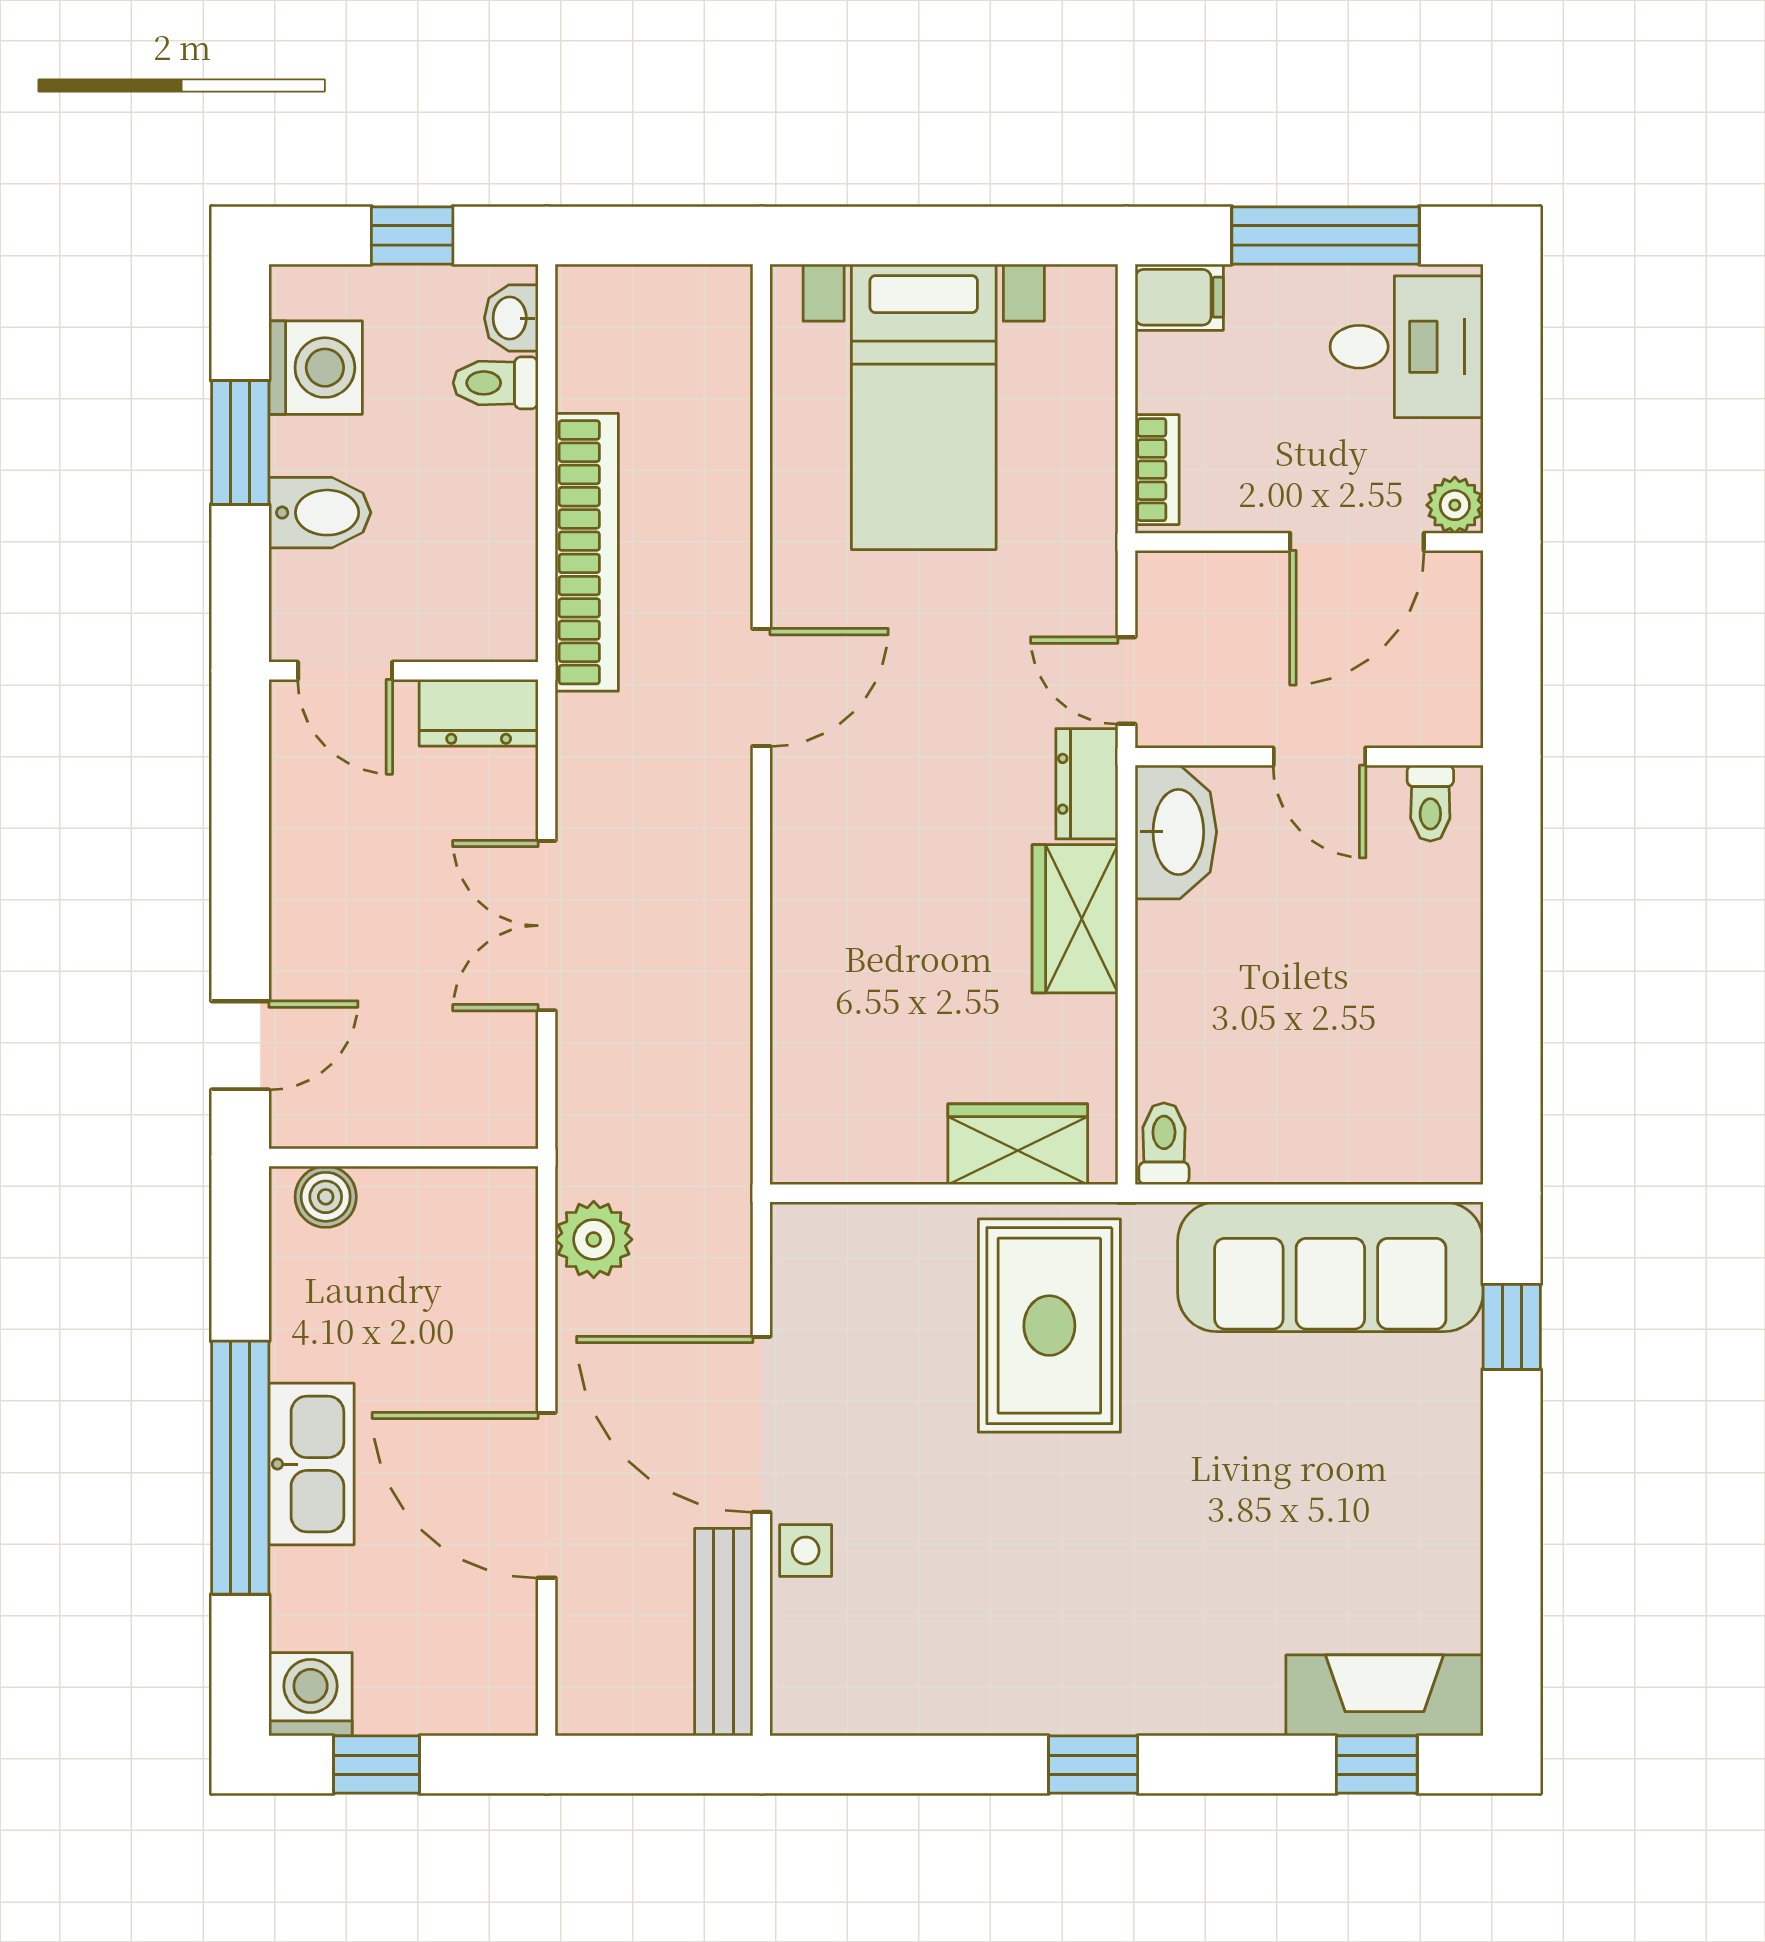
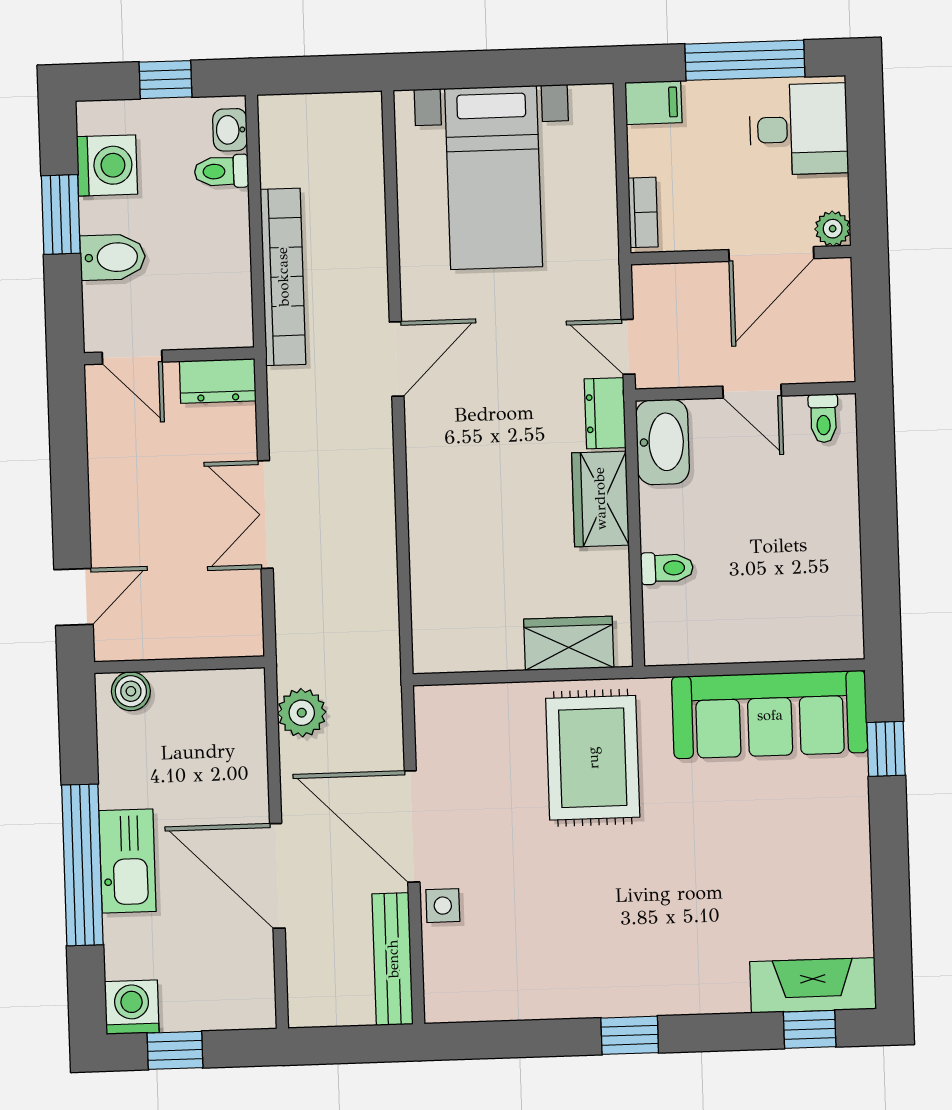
toilet: (1164, 1144) -> (667, 568), moved, turned 90

